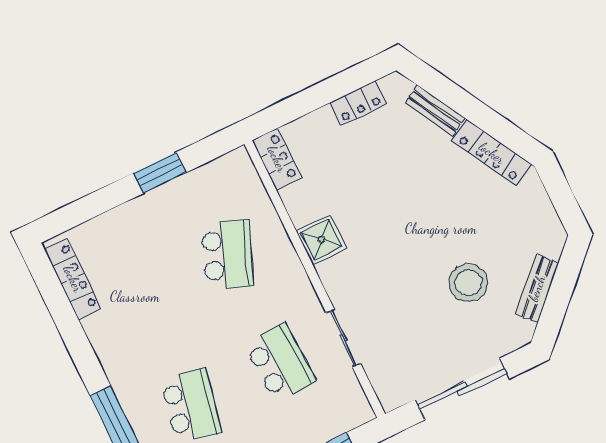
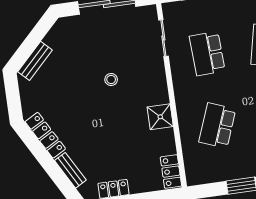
stool: (468, 283) -> (111, 80), moved, width x0.53, depth x0.53
bench: (537, 288) -> (35, 61), moved
sliding door: (343, 338) -> (163, 38), moved

